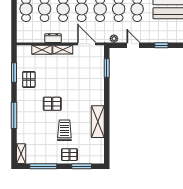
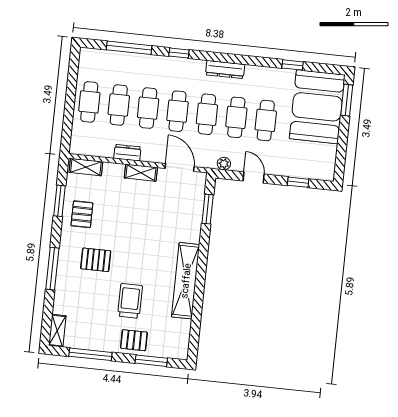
shelving: (42, 50) -> (86, 167), moved
pallet: (52, 104) -> (96, 260), moved
shelving: (98, 122) -> (186, 281), width x1.47

